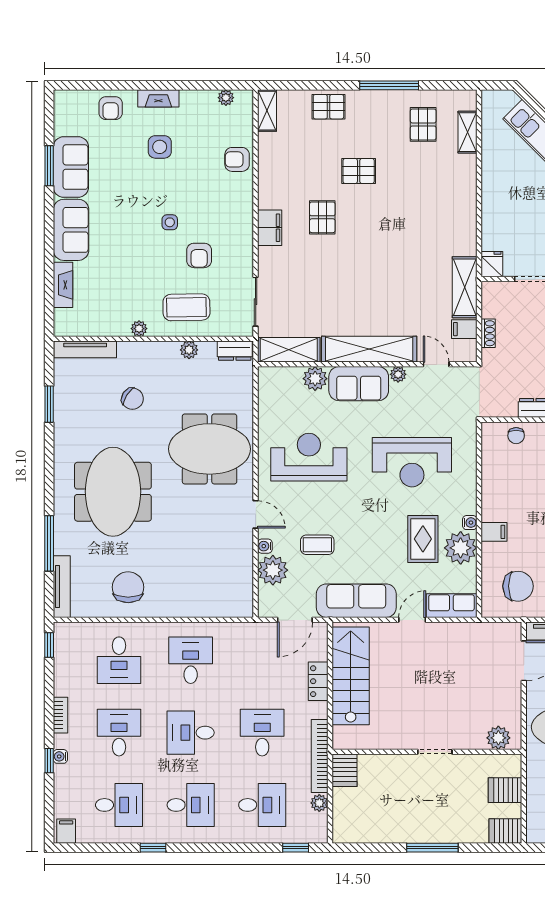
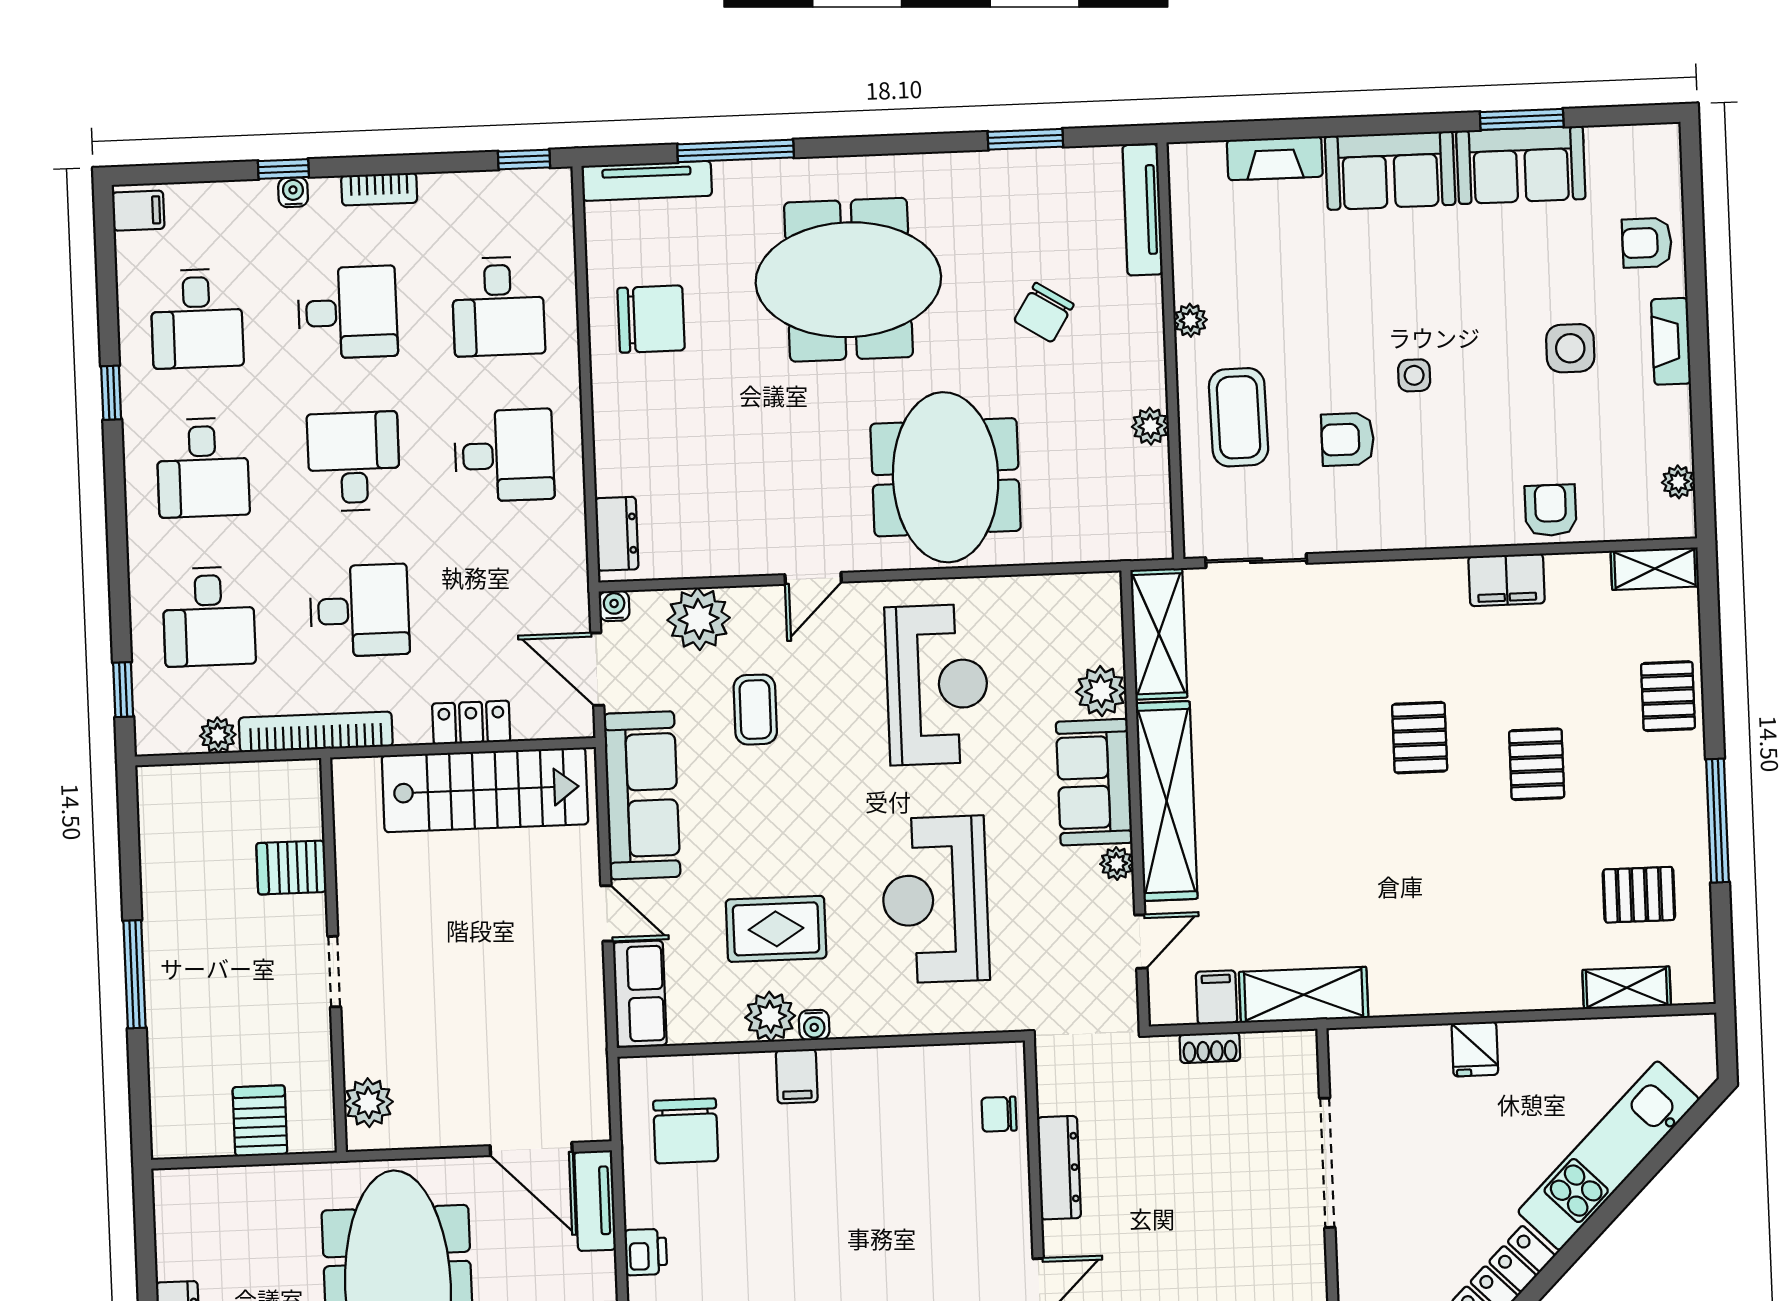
pallet: (322, 217) -> (1420, 738), moved, turned 90
filing cabinet: (270, 228) -> (1507, 580), moved
fridge: (492, 264) -> (1475, 1049), moved, turned 90
dresser: (235, 351) -> (617, 534), moved, turned 180
water cooler: (265, 546) -> (614, 606), moved
plant: (461, 548) -> (770, 1017), width x0.73, depth x0.73
desk: (119, 660) -> (498, 306), turned -90
server rack: (345, 770) -> (291, 868), moved
server rack: (505, 831) -> (175, 1125), removed

